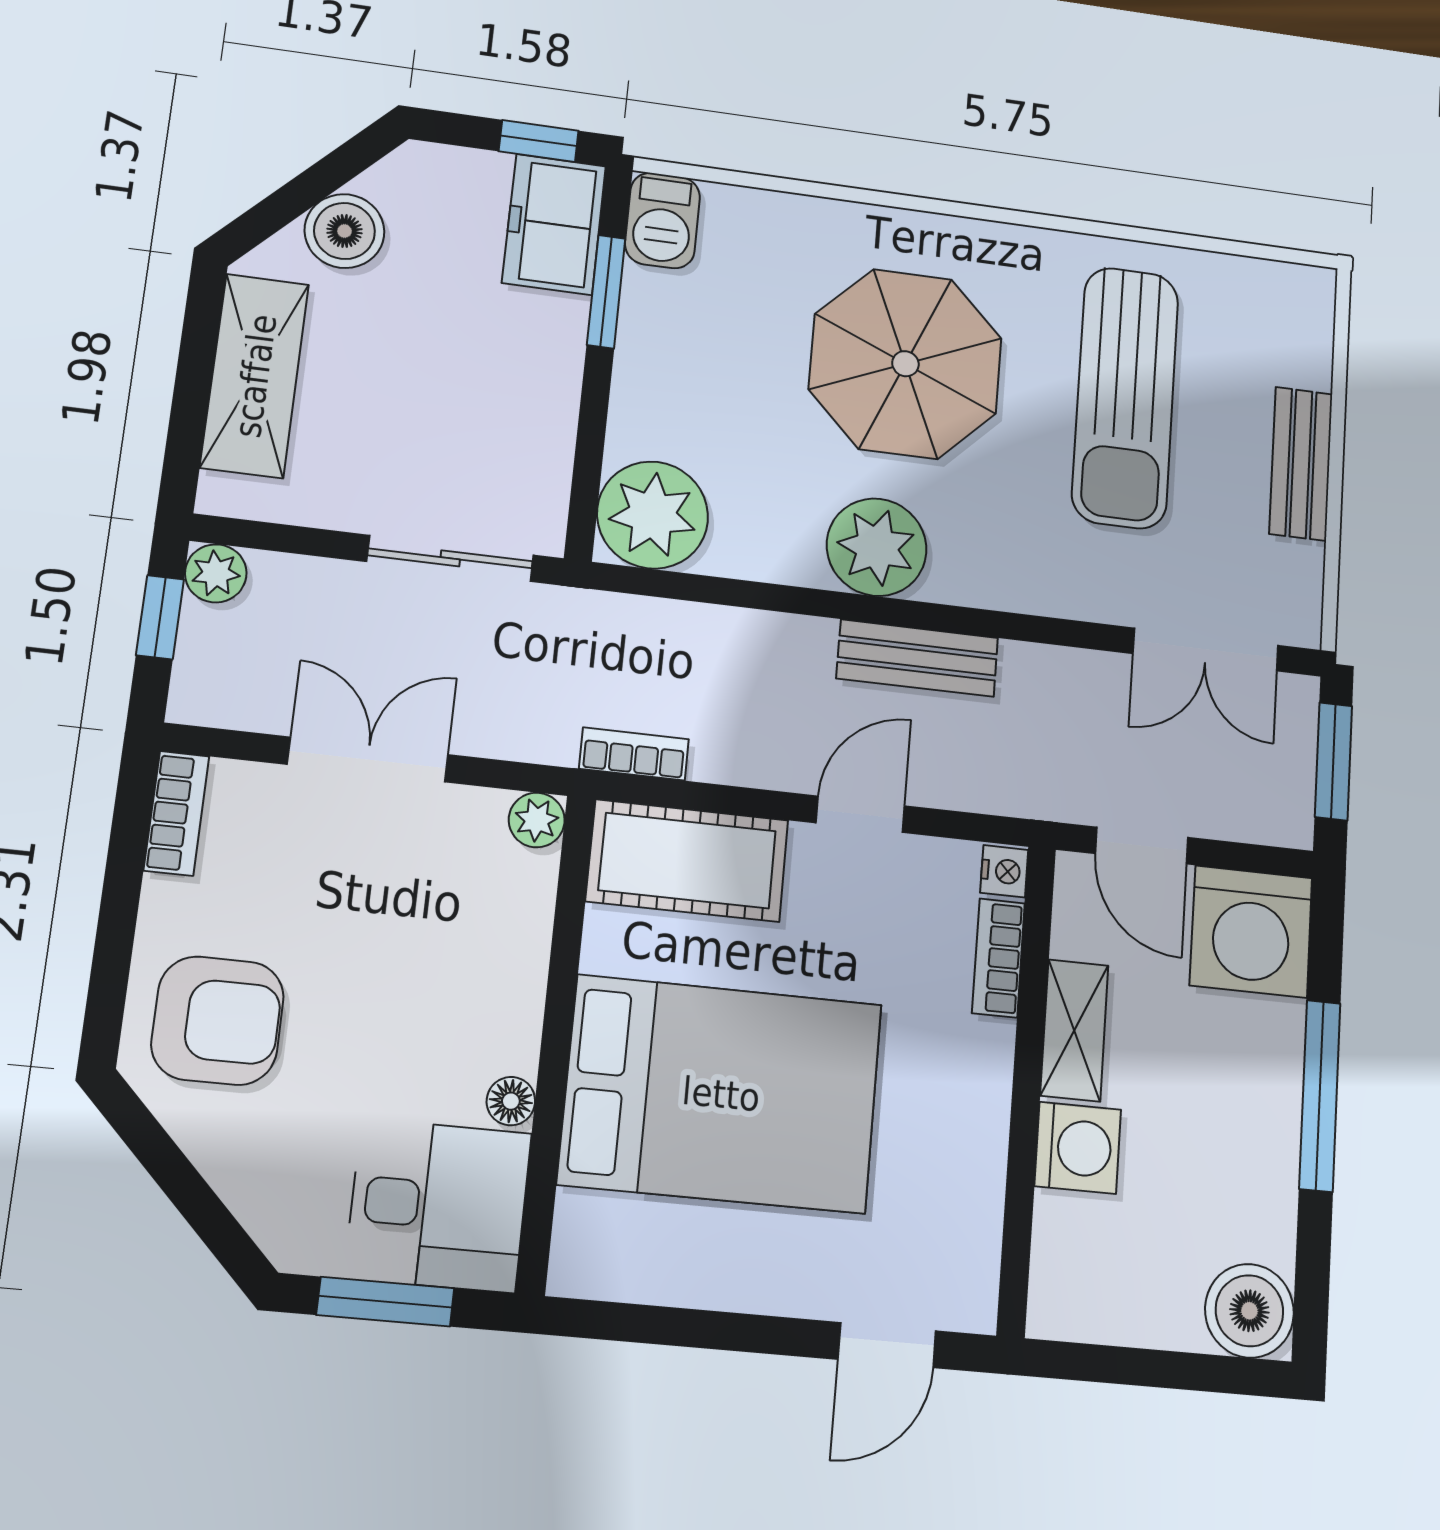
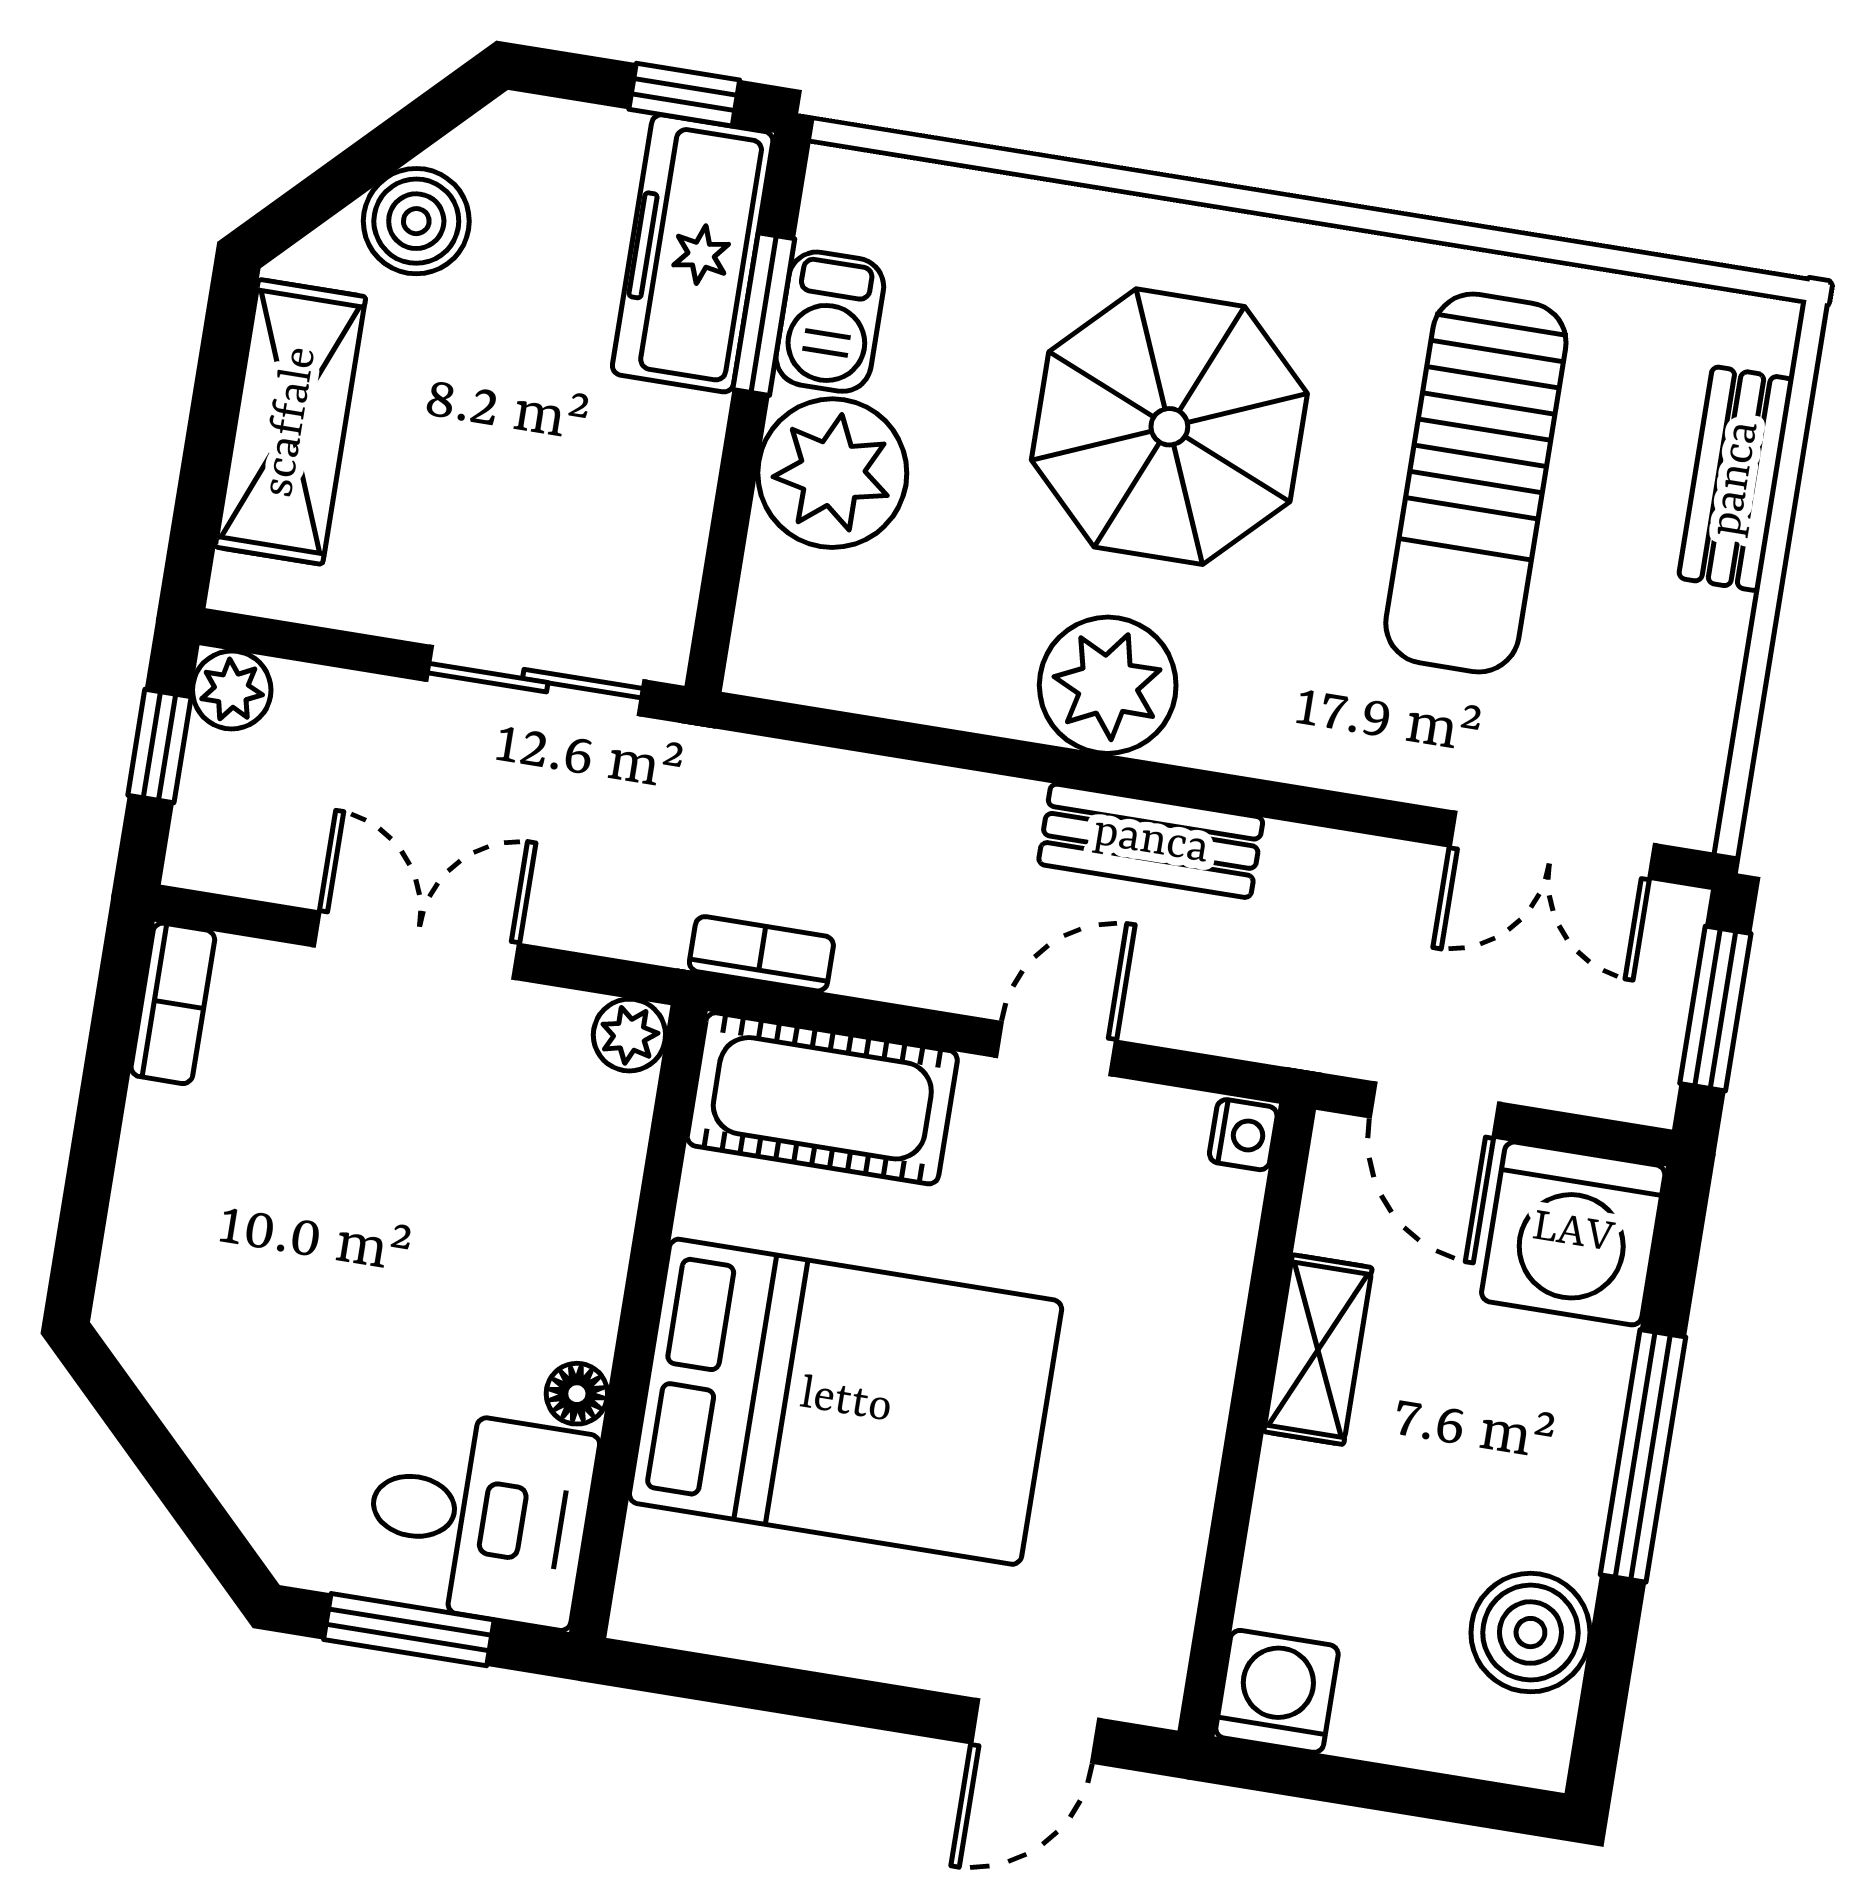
barbecue: (663, 220) -> (830, 322), moved
freezer: (554, 224) -> (693, 253), width x1.40
bench: (1301, 464) -> (1736, 479), moved
plant: (653, 515) -> (832, 473), moved
bookcase: (998, 958) -> (1225, 1249), removed
armchair: (218, 1021) -> (216, 1270), removed
washing machine: (1078, 1148) -> (1277, 1691), moved, turned -90
boiler: (1249, 1311) -> (1530, 1633), moved

